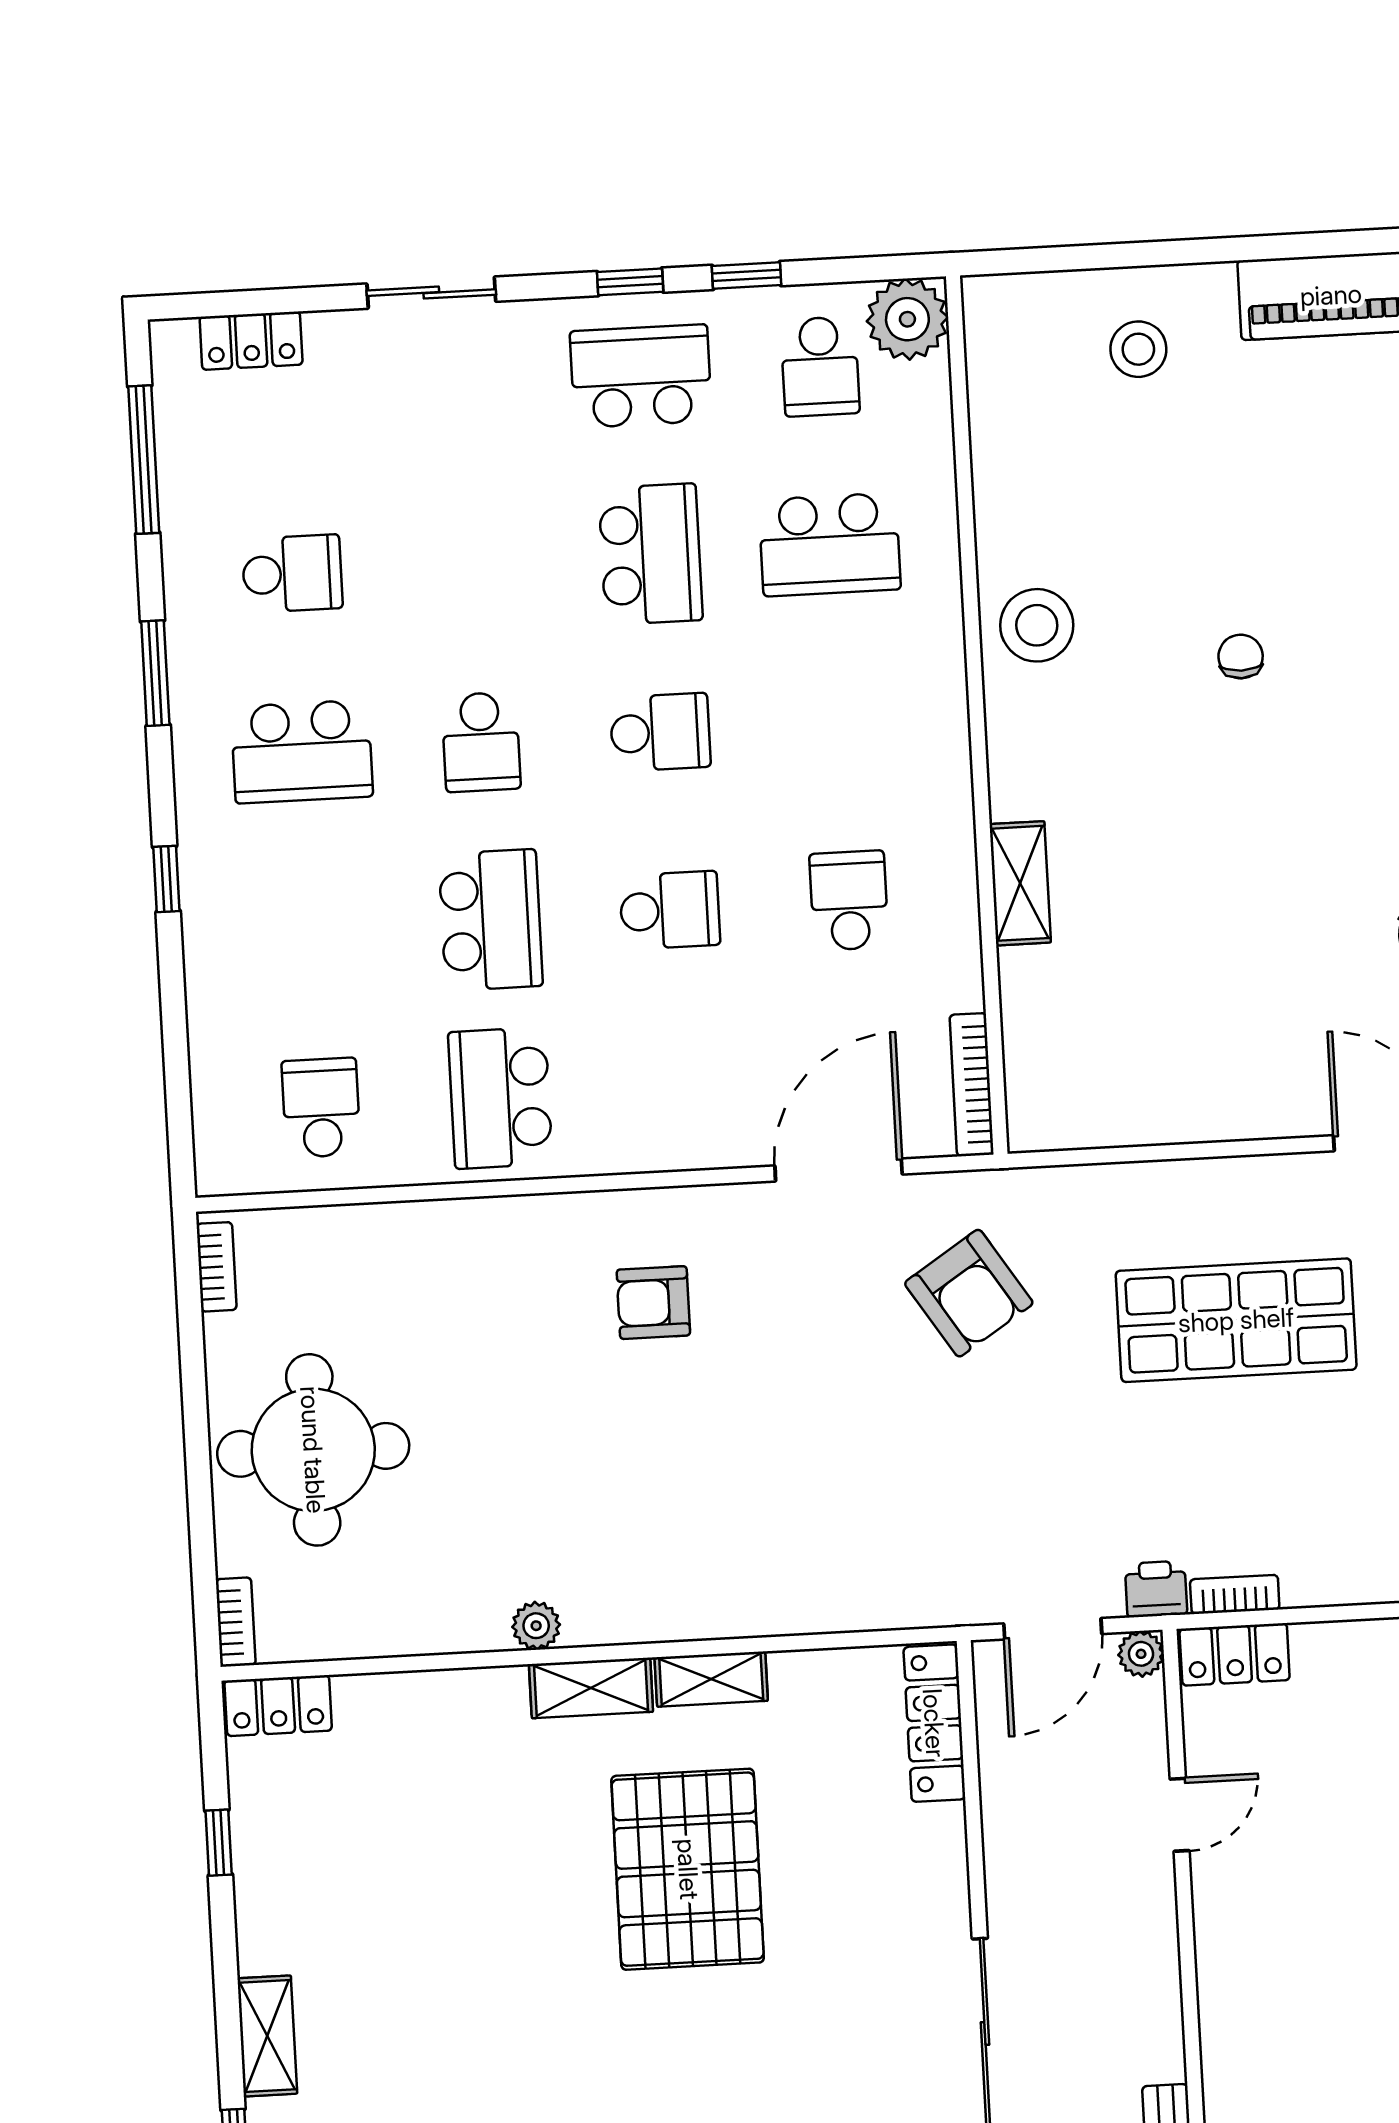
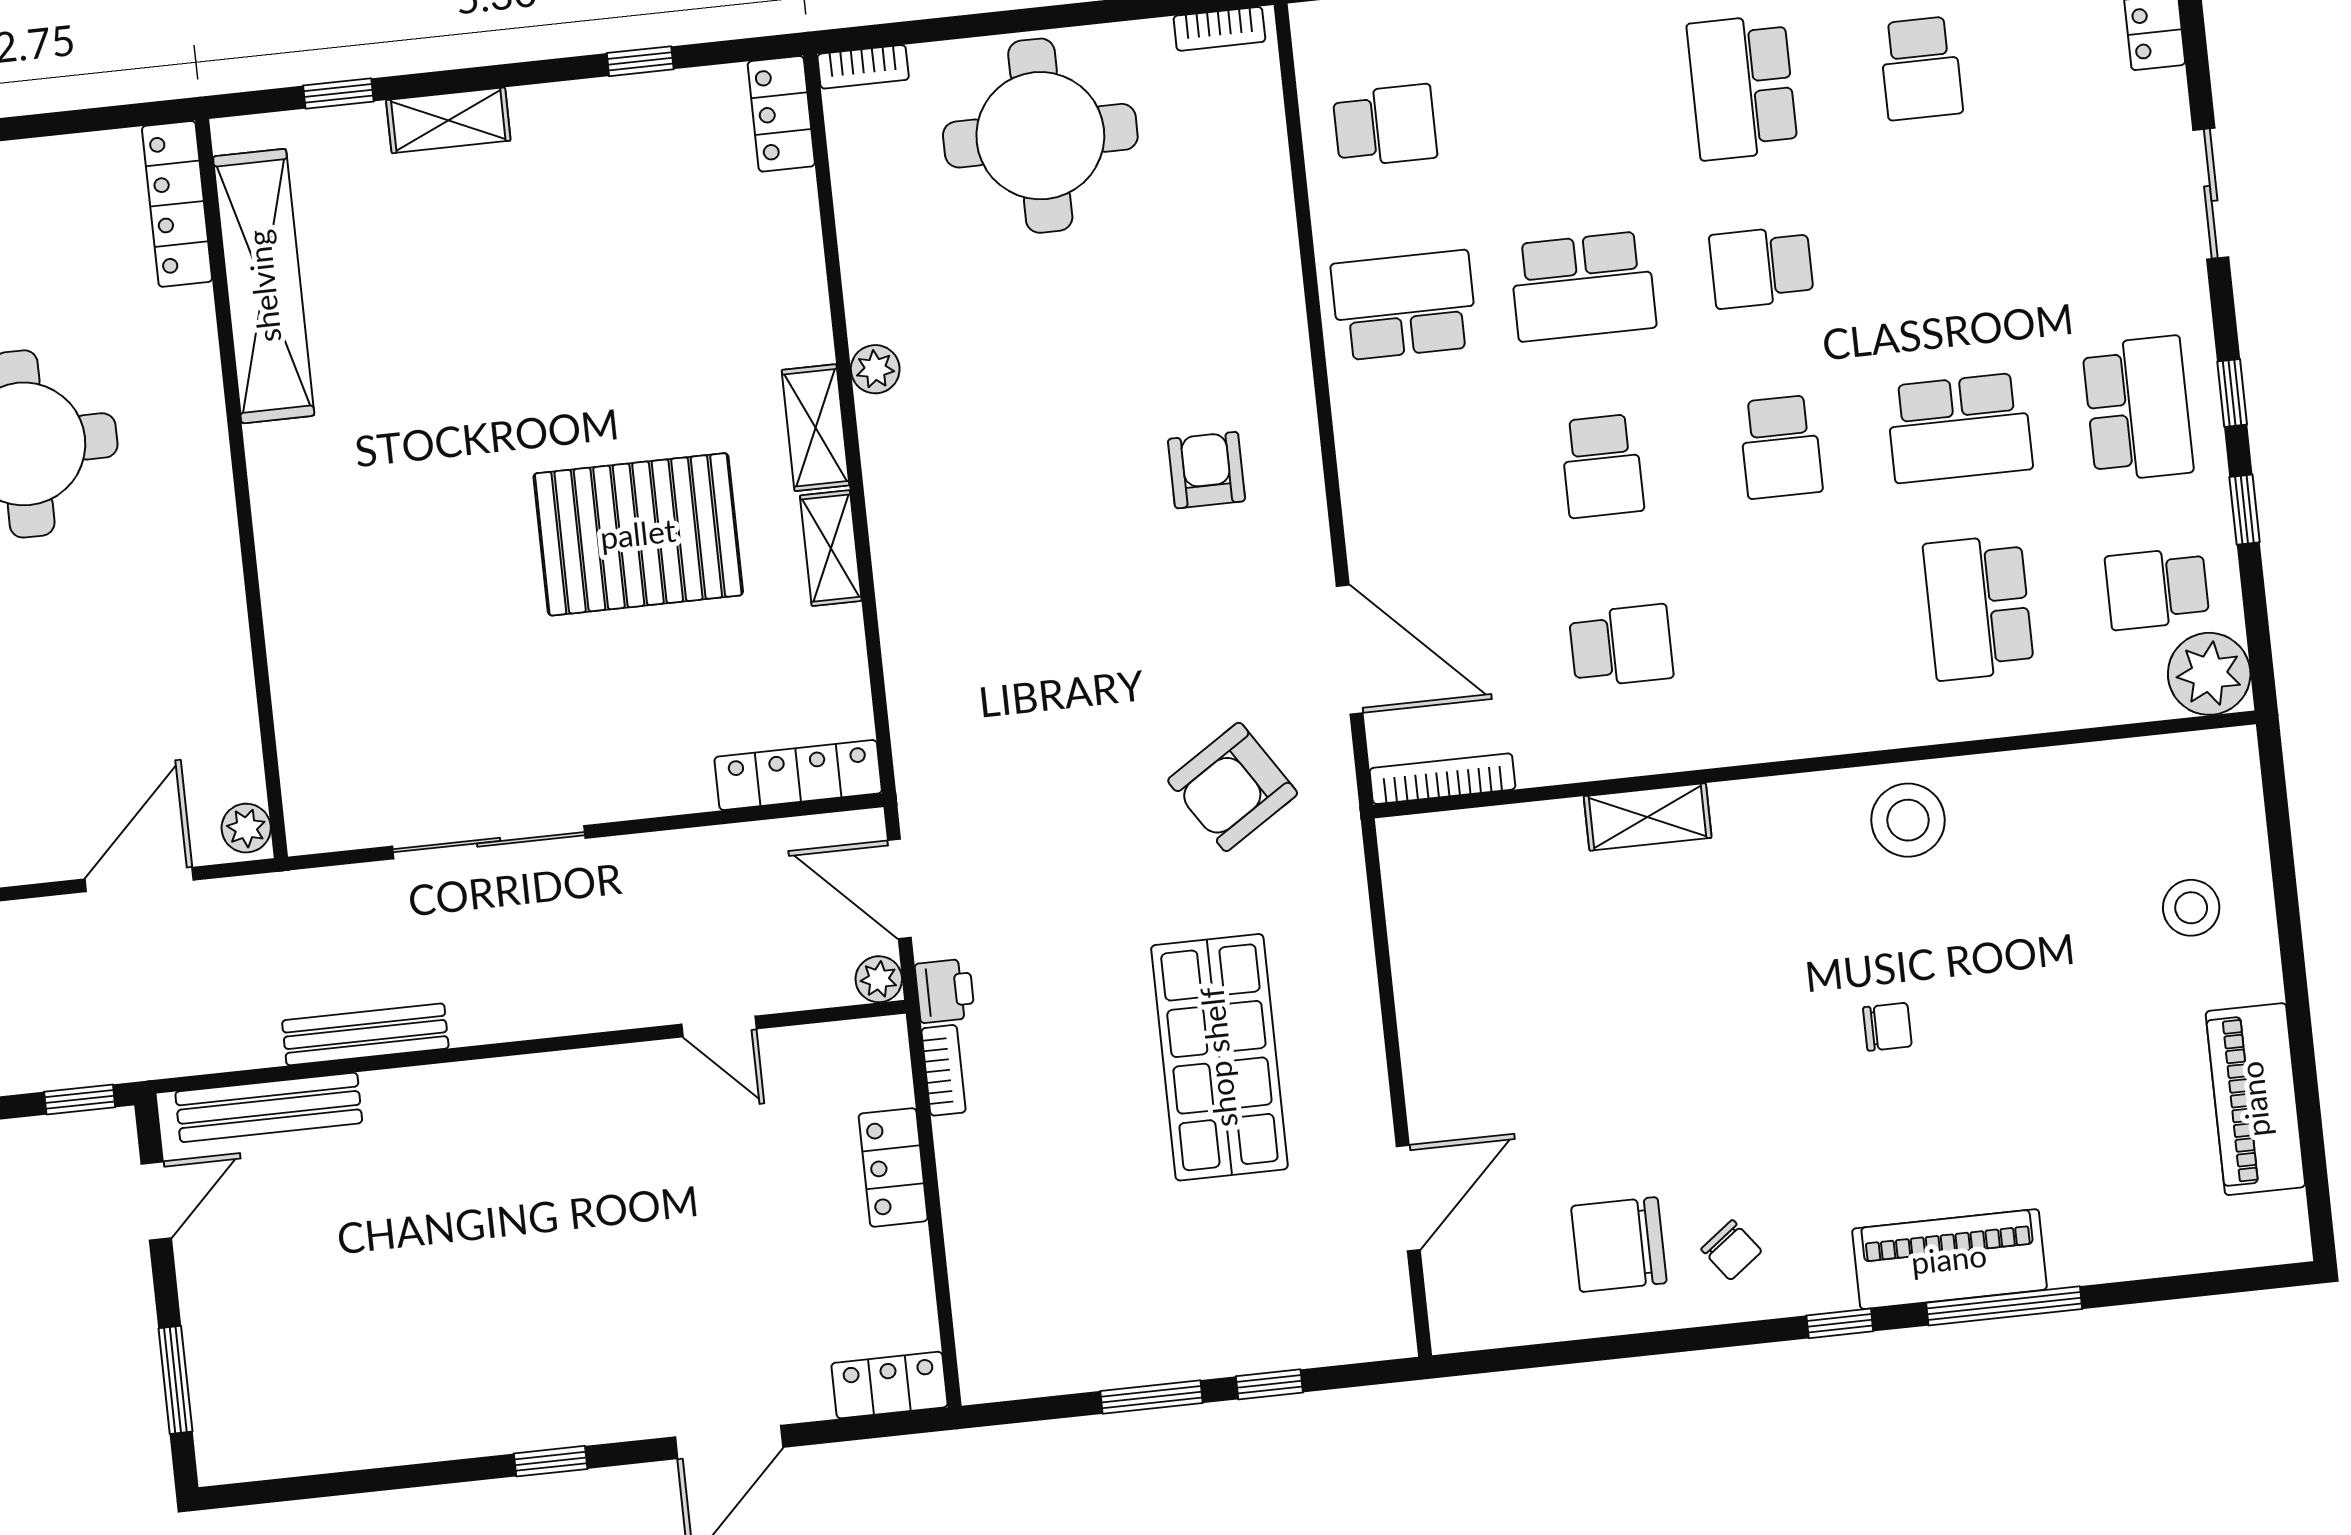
locker: (1235, 1654) -> (893, 1167), moved

